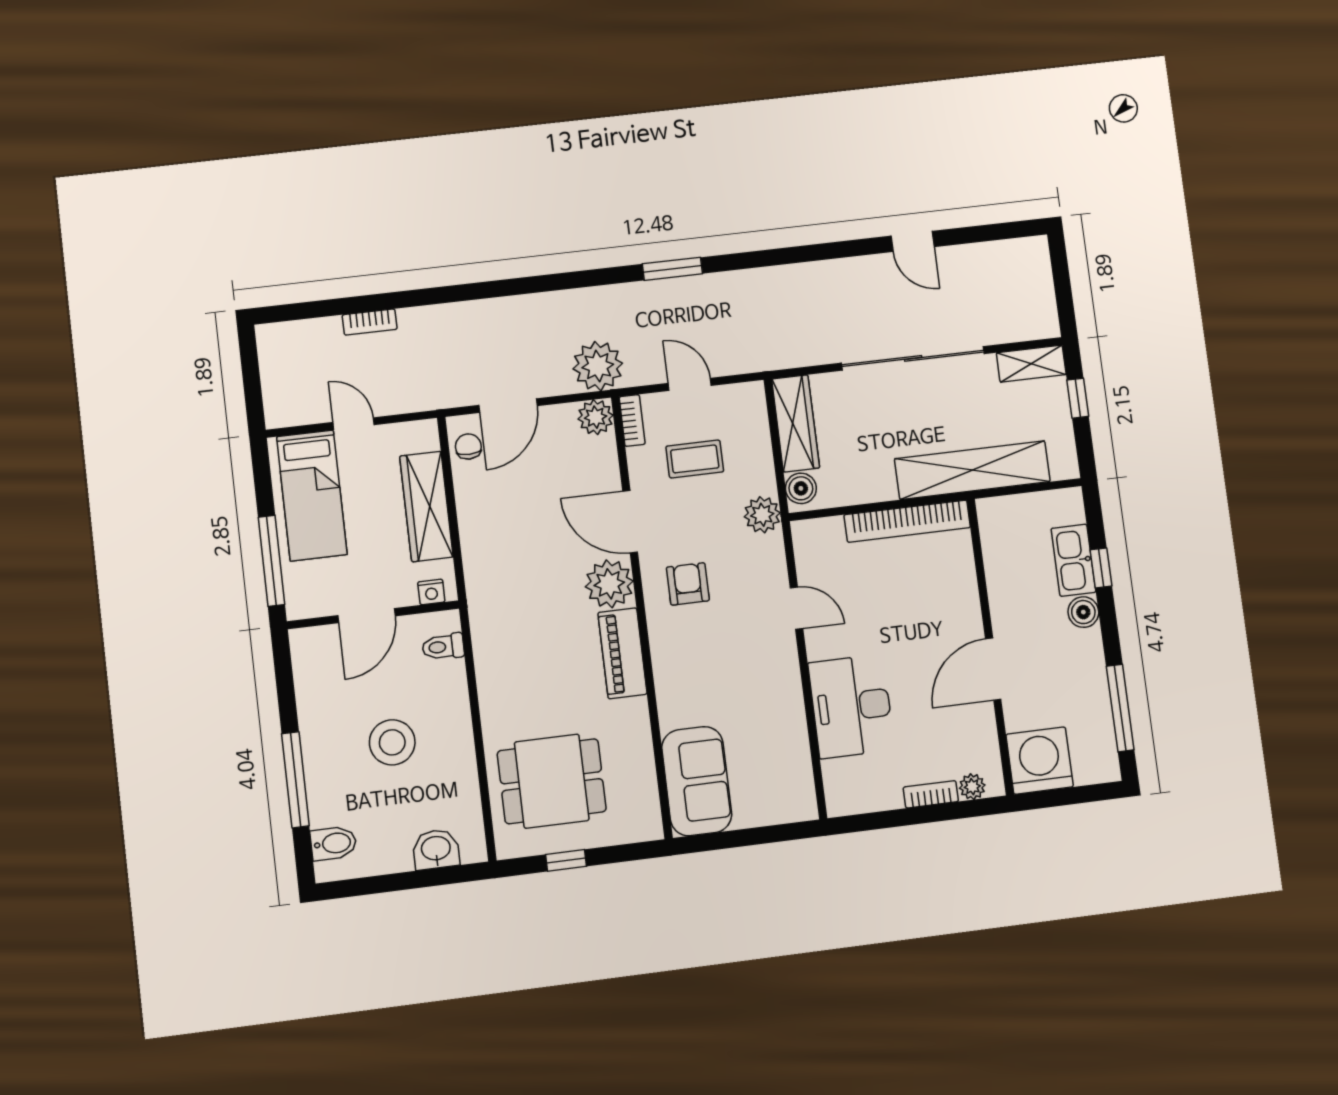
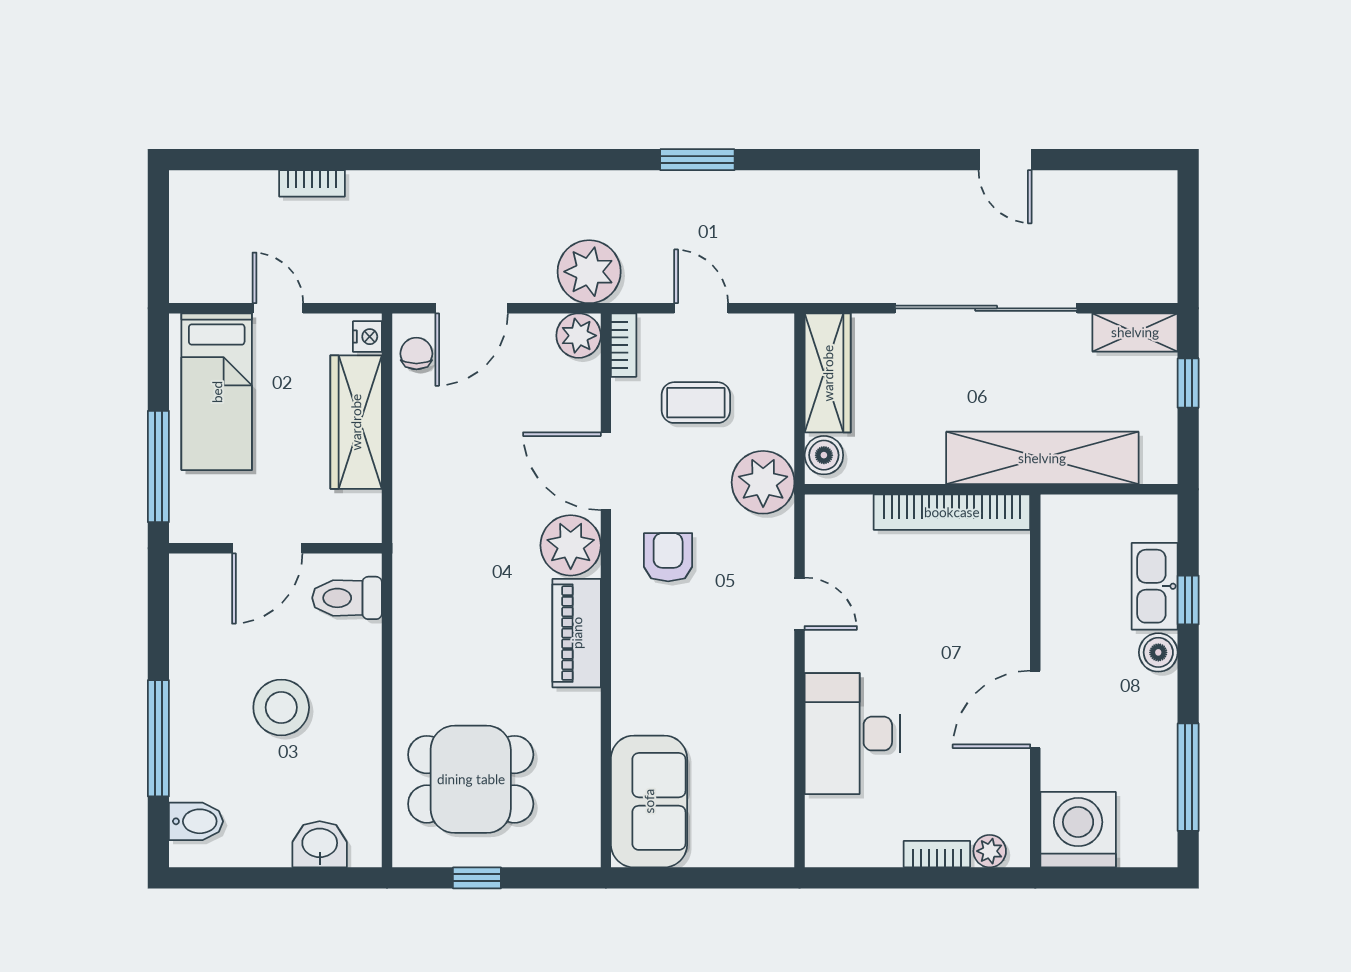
plant: (762, 515) -> (763, 482), width x1.36, depth x1.36
nightstand: (431, 592) -> (367, 337), moved, turned -90
toilet: (443, 647) -> (347, 598), width x1.37, depth x1.39

